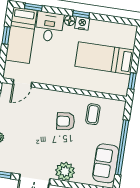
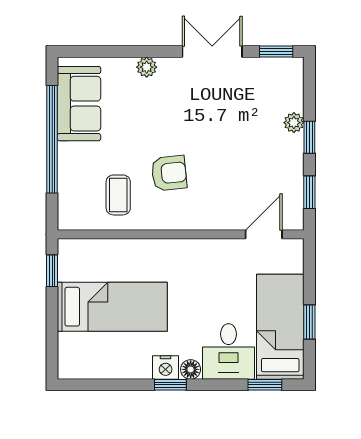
plant: (65, 171) -> (147, 67), width x0.53, depth x0.53

